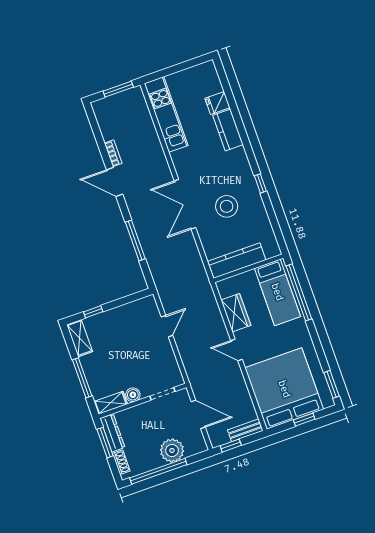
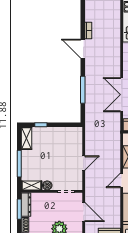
double door: (185, 204) -> (122, 95), moved
door: (167, 326) -> (84, 163), moved
door: (237, 350) -> (122, 180), hinge flipped

